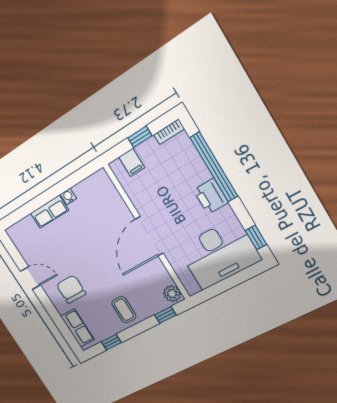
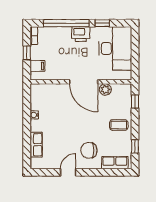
row of seats: (49, 212) -> (36, 145), moved
window: (256, 237) -> (102, 23), moved
plant: (172, 294) -> (105, 89), moved

